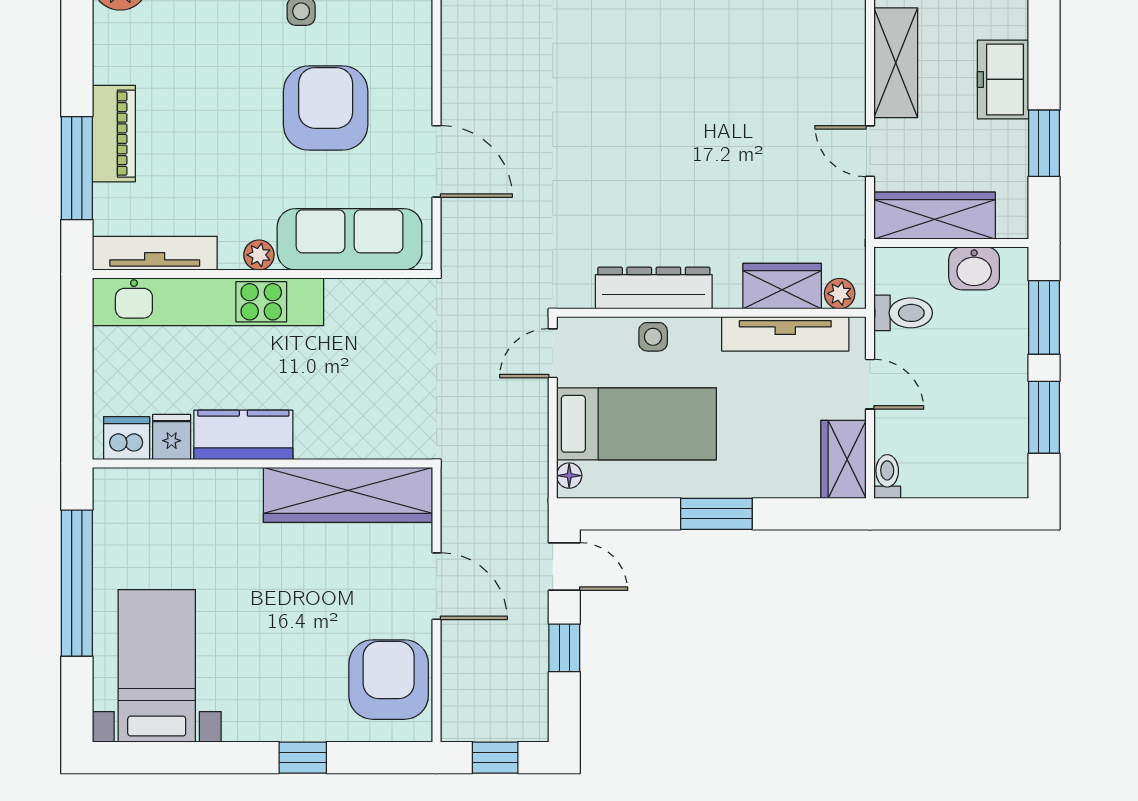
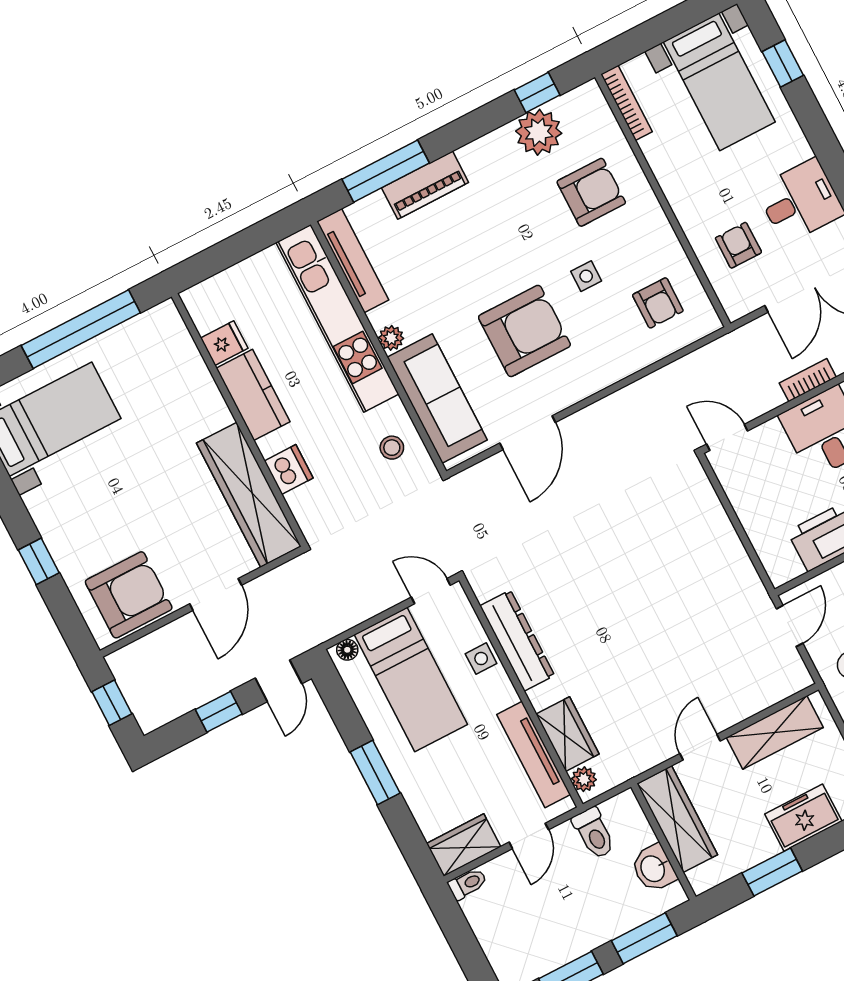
stool: (377, 315) -> (392, 448), added
dishwasher: (127, 438) -> (289, 470), moved

